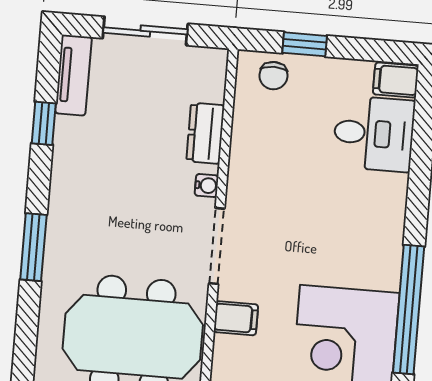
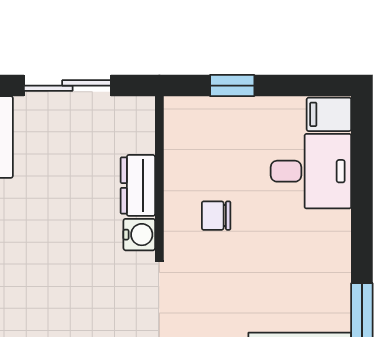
chair: (273, 76) -> (216, 216), moved, turned 90
water cooler: (207, 185) -> (139, 235), width x1.38, depth x1.38

